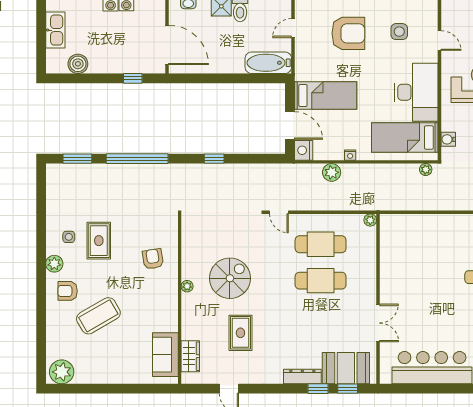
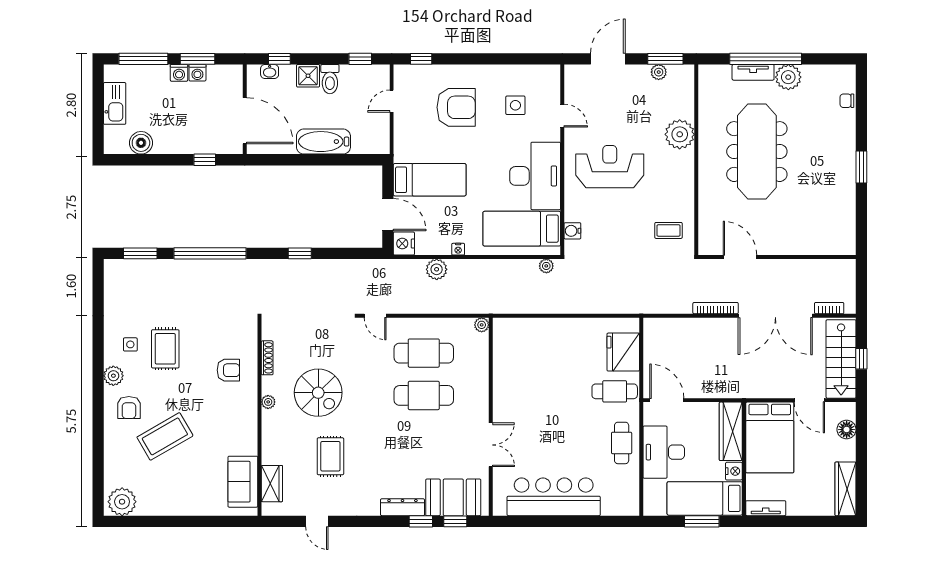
bathtub: (268, 63) -> (323, 142), moved
shoe rack: (186, 248) -> (267, 358), added
armchair: (153, 259) -> (228, 370), turned 99
spiral stairs: (230, 278) -> (318, 393), turned 90
armchair: (68, 291) -> (129, 408), turned -90

